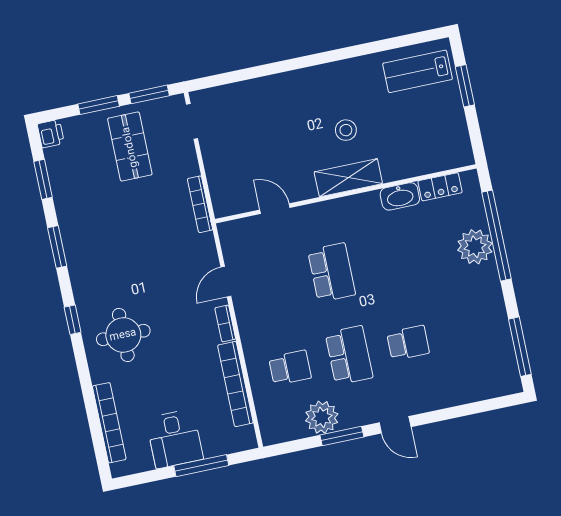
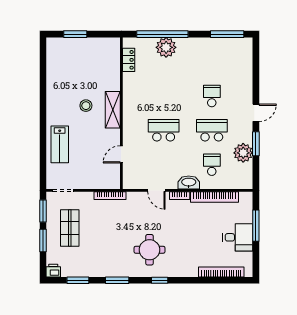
lab bench: (417, 71) -> (60, 144), moved
shop shelf: (130, 147) -> (70, 228), turned 90
washbasin: (400, 196) -> (189, 182), moved, turned -90
round table: (123, 335) -> (149, 250), moved

